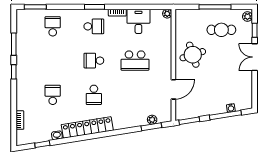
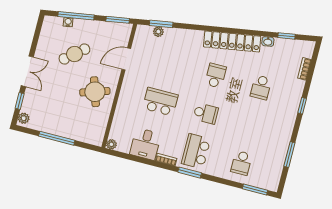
school desk: (94, 26) -> (196, 151), width x1.85
cafe table: (221, 30) -> (74, 54), moved, turned -40
window: (14, 72) -> (302, 106), moved

